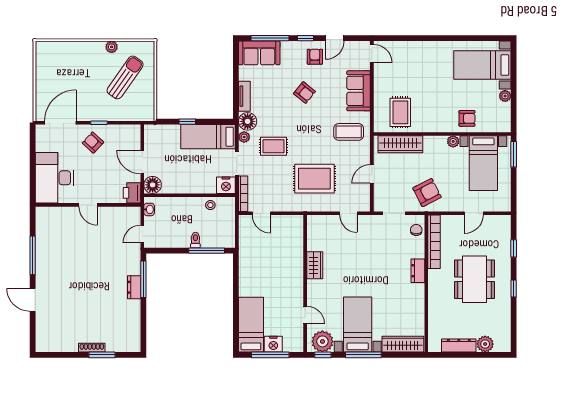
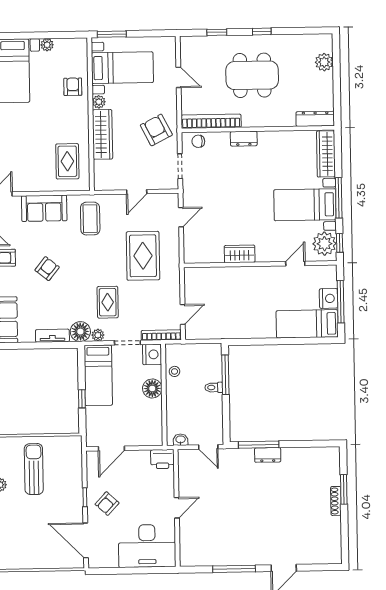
sun lounger: (125, 77) -> (34, 469), turned 55
rug: (400, 112) -> (67, 161), turned 90
wardrobe: (400, 144) -> (102, 134), moved
door: (142, 162) -> (111, 449), moved
door: (372, 174) -> (137, 192), hinge flipped
floor lamp: (153, 185) -> (152, 388), moved
dresser: (459, 345) -> (315, 119), moved, turned 90

